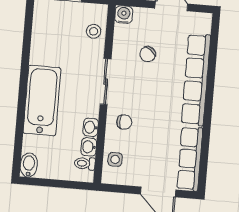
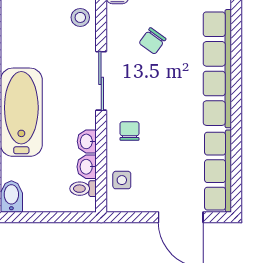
chair: (124, 122) -> (130, 131), turned -90

